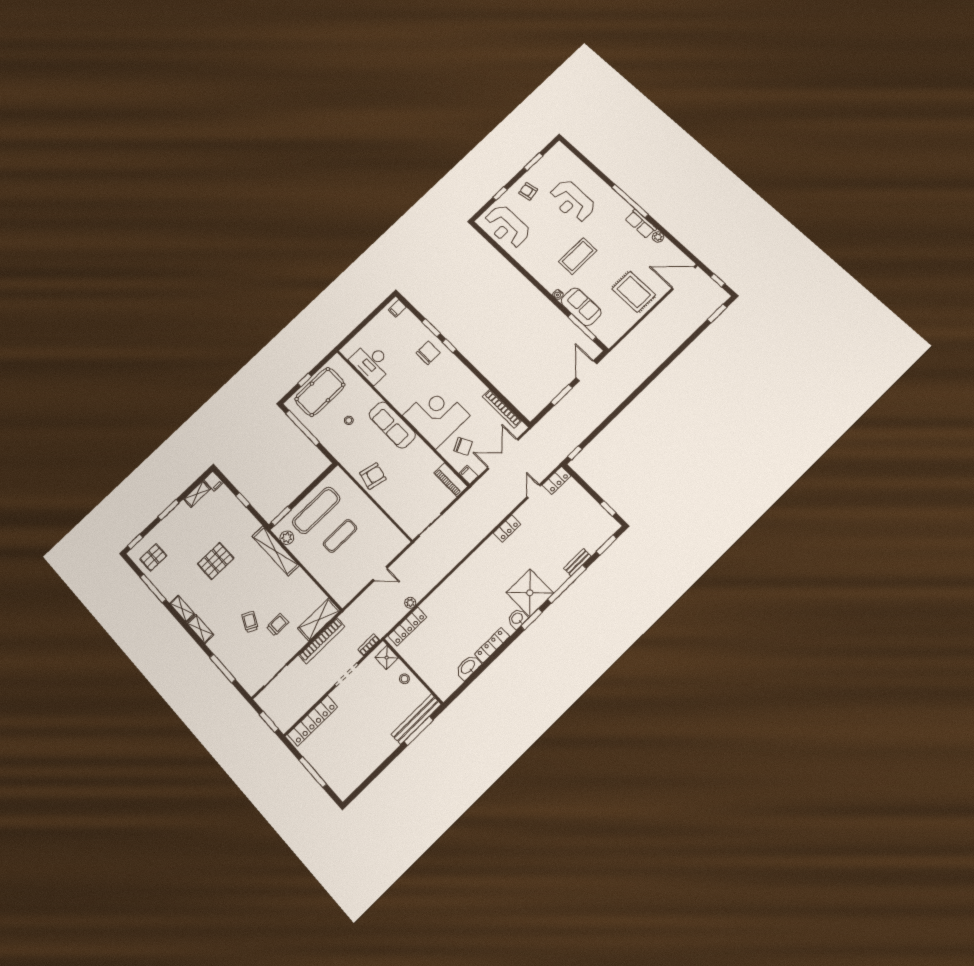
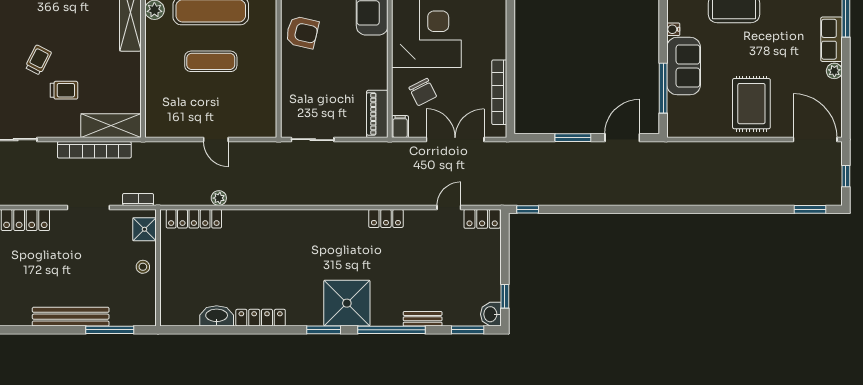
washbasin: (517, 619) -> (491, 314), moved, turned -90
bench: (416, 719) -> (71, 317), moved

